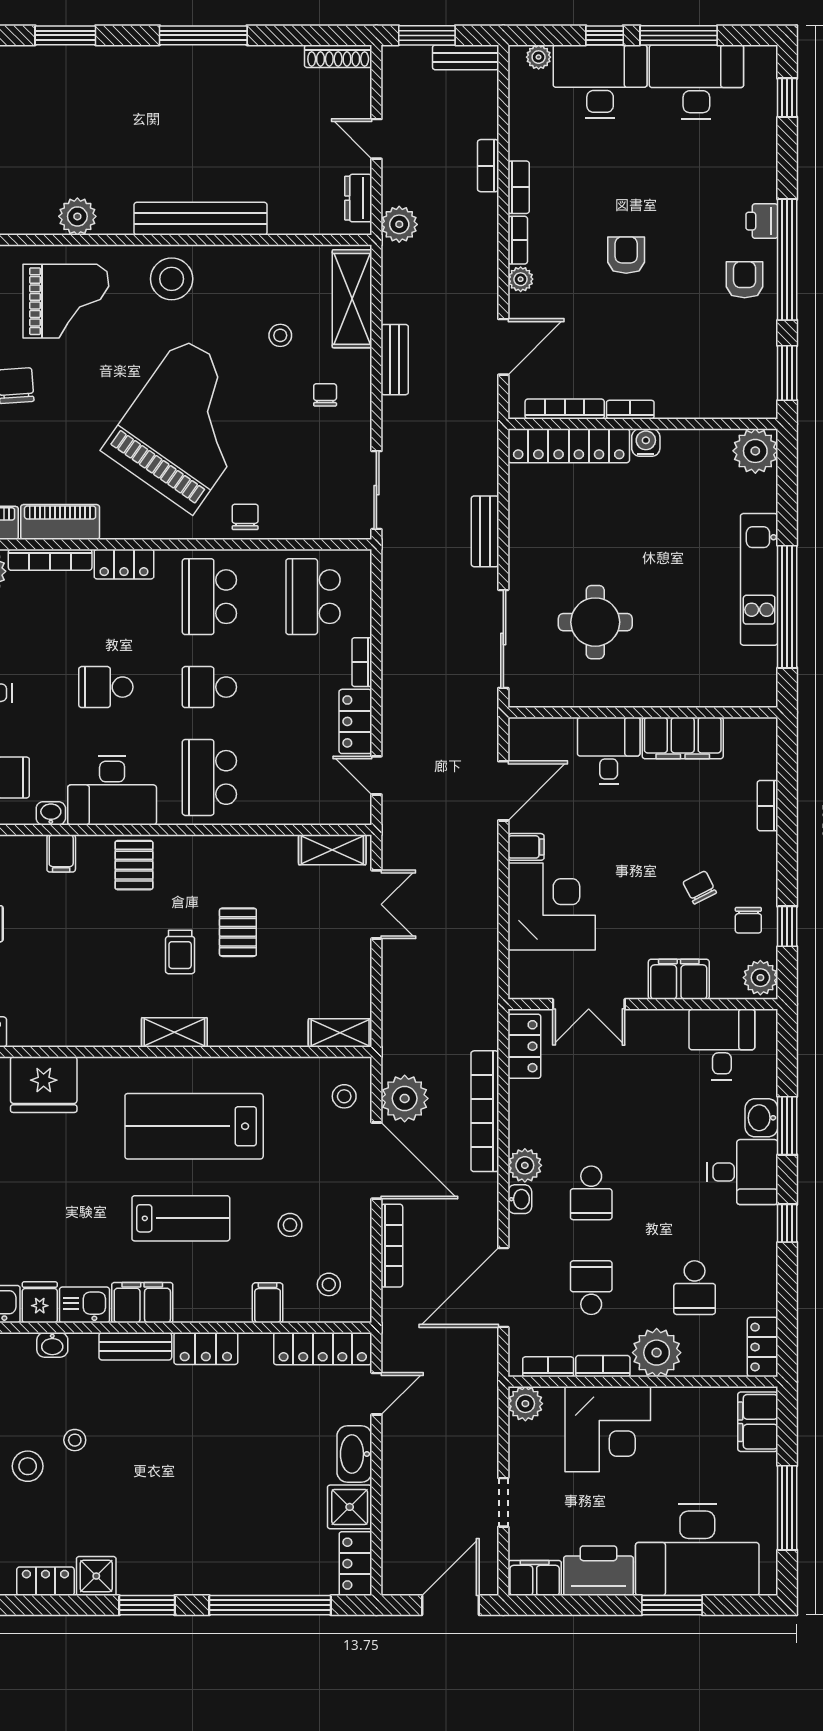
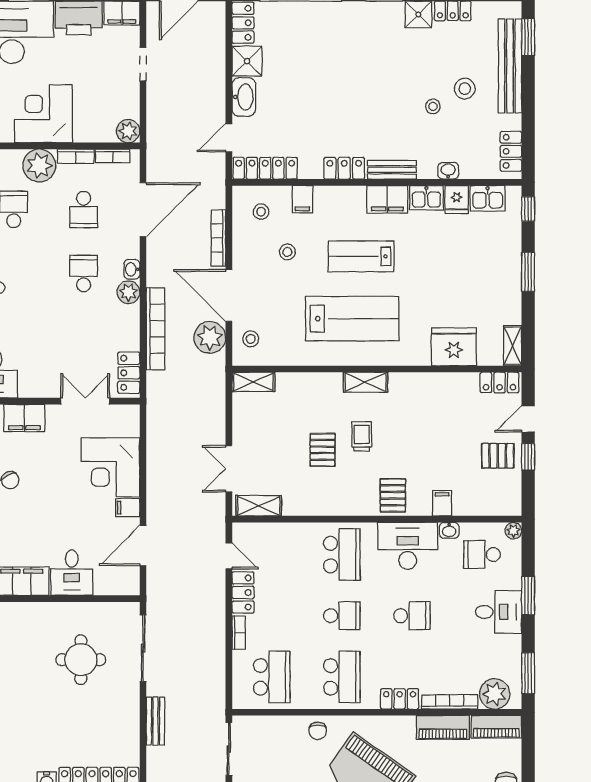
corner desk: (608, 1429) -> (44, 114), moved

